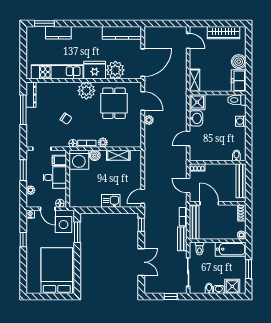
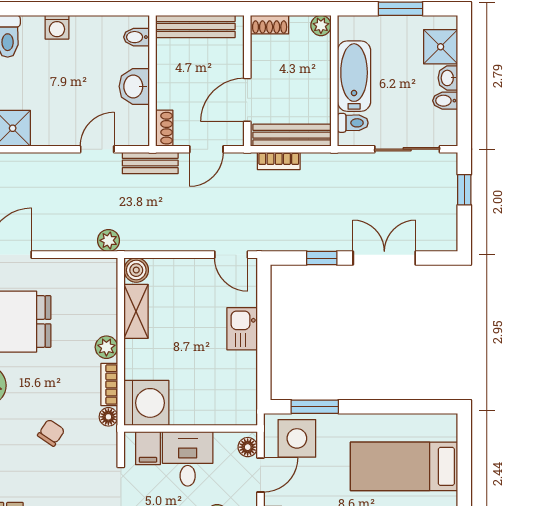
washbasin: (196, 118) -> (134, 86), moved, turned -90
plant: (149, 120) -> (109, 240), moved
door: (188, 139) -> (97, 149), swing flipped
boiler: (95, 155) -> (136, 270), moved
window: (141, 225) -> (322, 258), moved
bench: (182, 239) -> (150, 163), moved
bathtub: (231, 249) -> (354, 76), moved
bed: (57, 271) -> (404, 466), width x0.67

